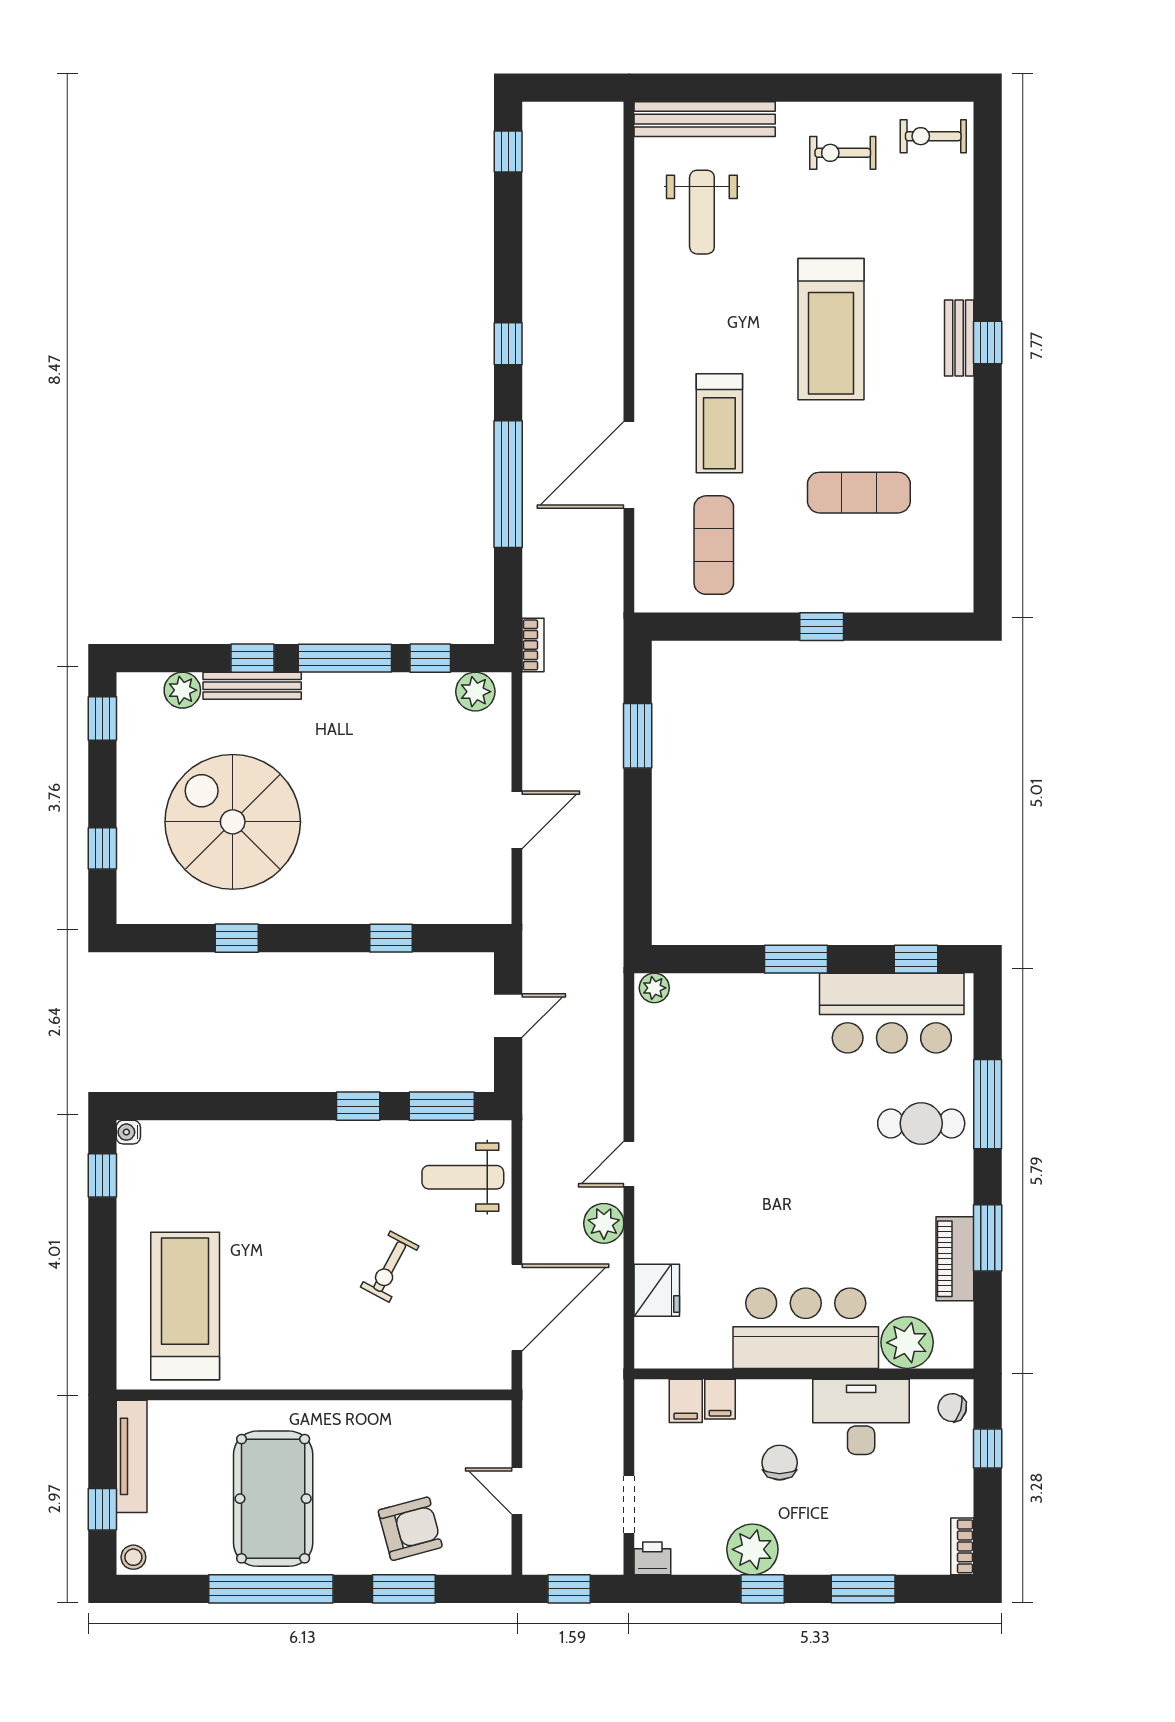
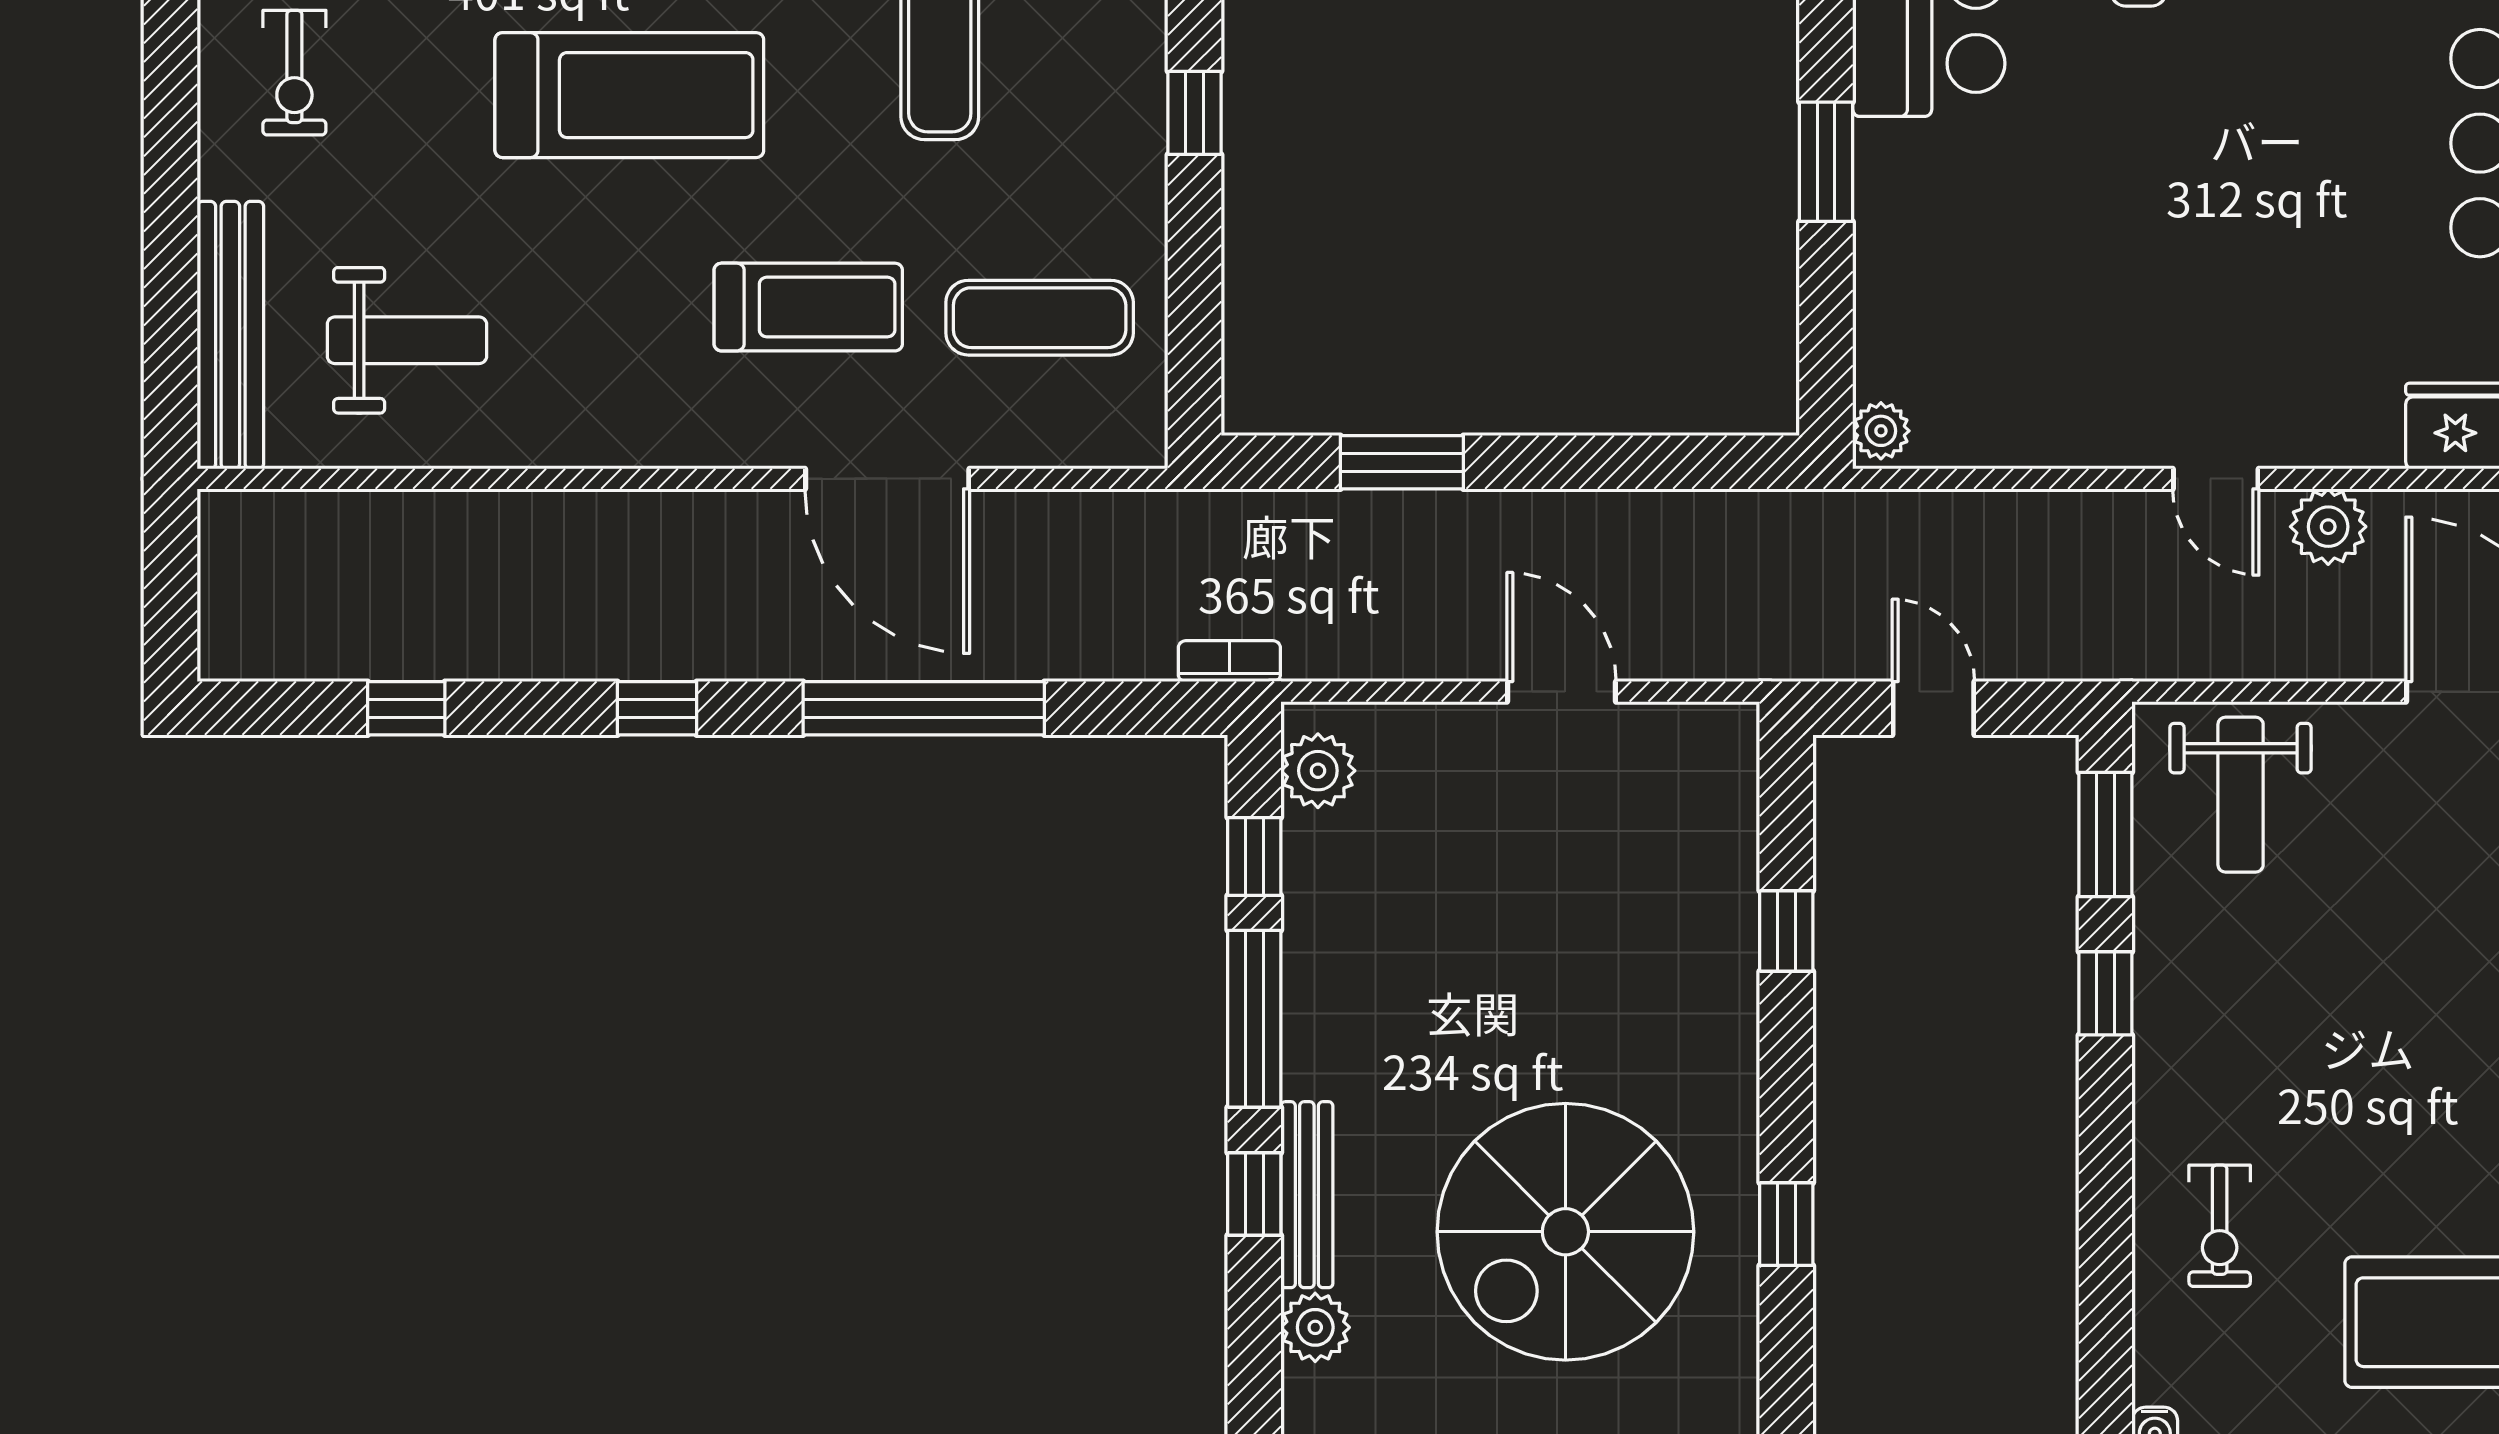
window: (508, 151) -> (406, 708), moved
exercise bike: (390, 1267) -> (2220, 1226), moved, turned 62

